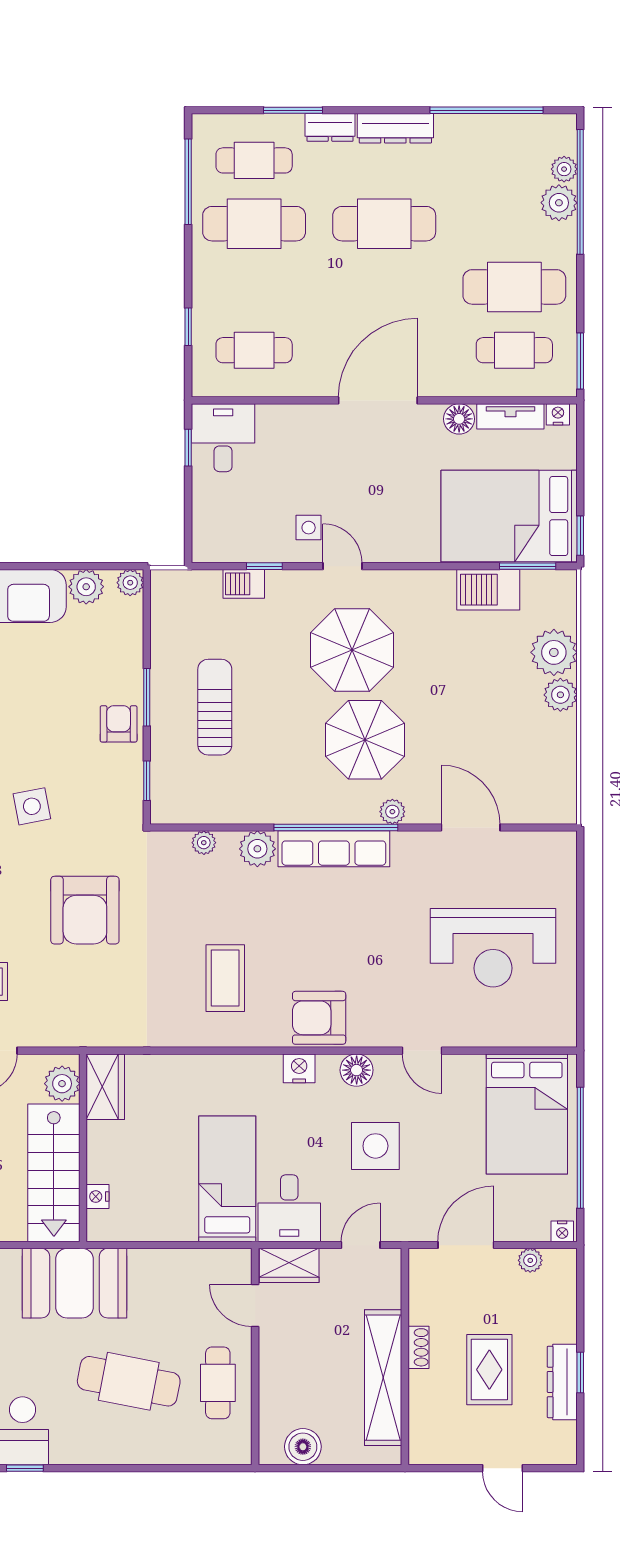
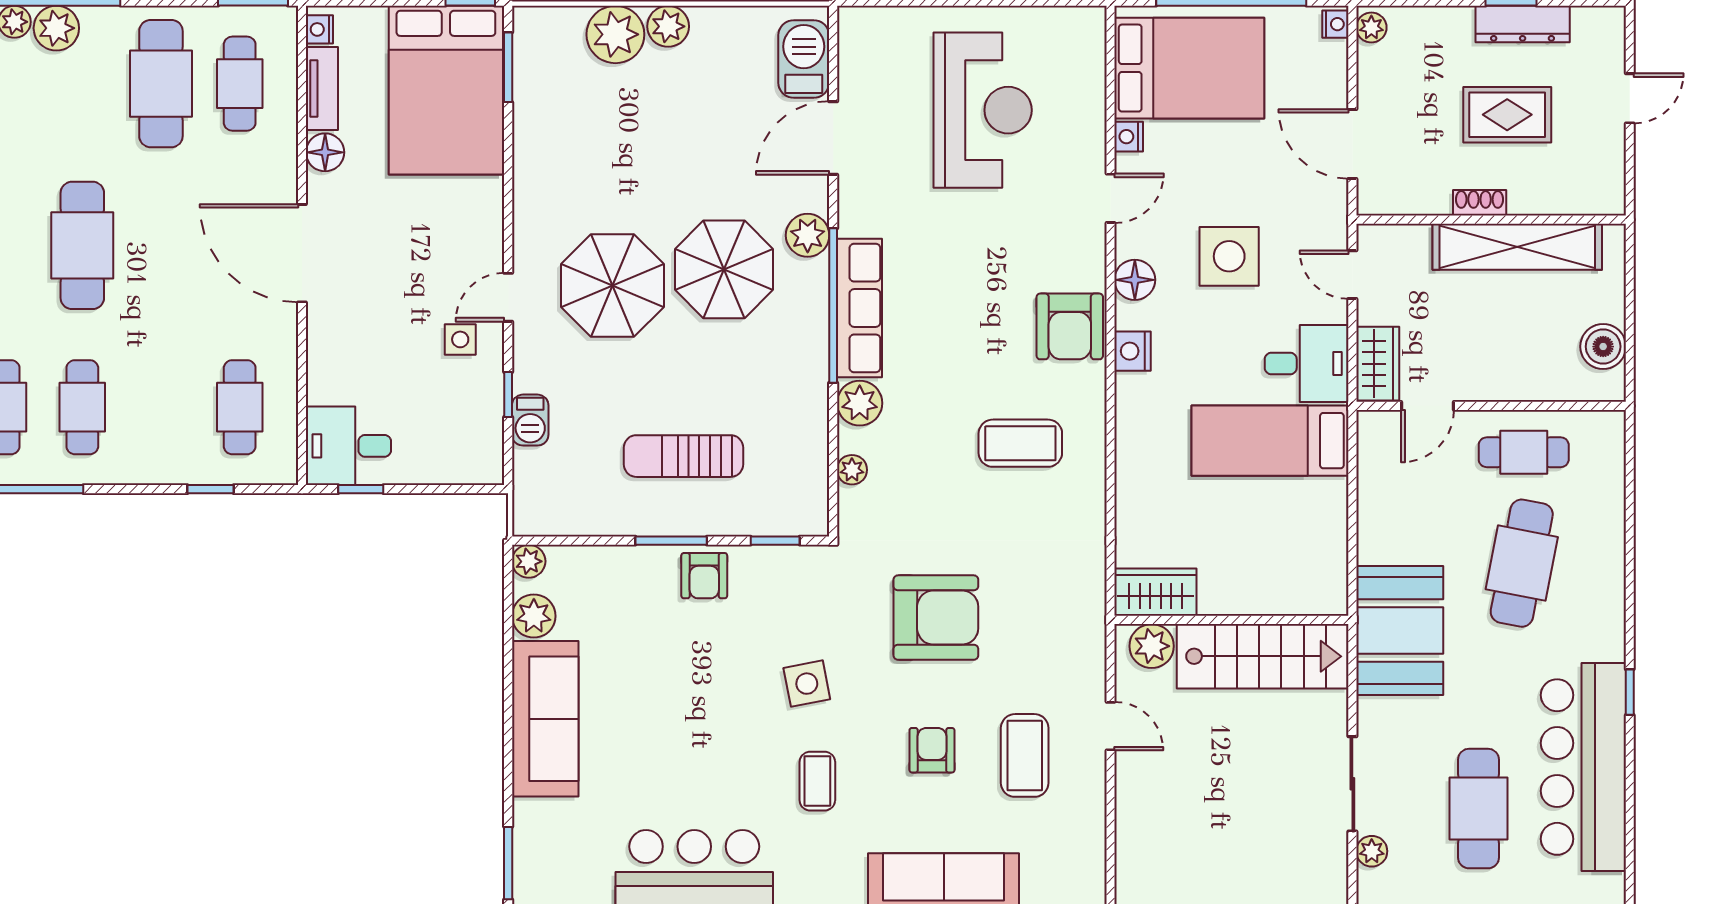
cafe table: (254, 224) -> (82, 407), width x0.73, depth x0.74
barbecue: (488, 590) -> (804, 59), moved, turned 180
armchair: (119, 724) -> (704, 576), turned -90
plant: (392, 812) -> (808, 235), width x1.38, depth x1.38
nightstand: (98, 1197) -> (1129, 137), moved, turned 90
plant: (530, 1260) -> (1371, 28), moved

